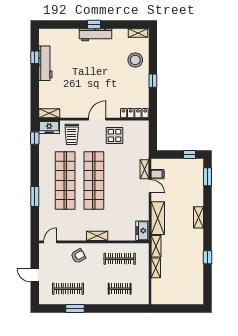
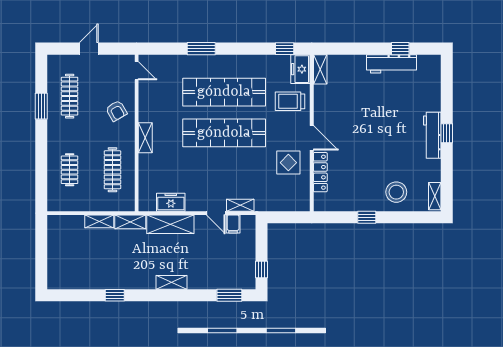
locker: (134, 113) -> (320, 172), moved
door: (150, 186) -> (216, 213), hinge flipped
freezer: (142, 231) -> (171, 202), moved

